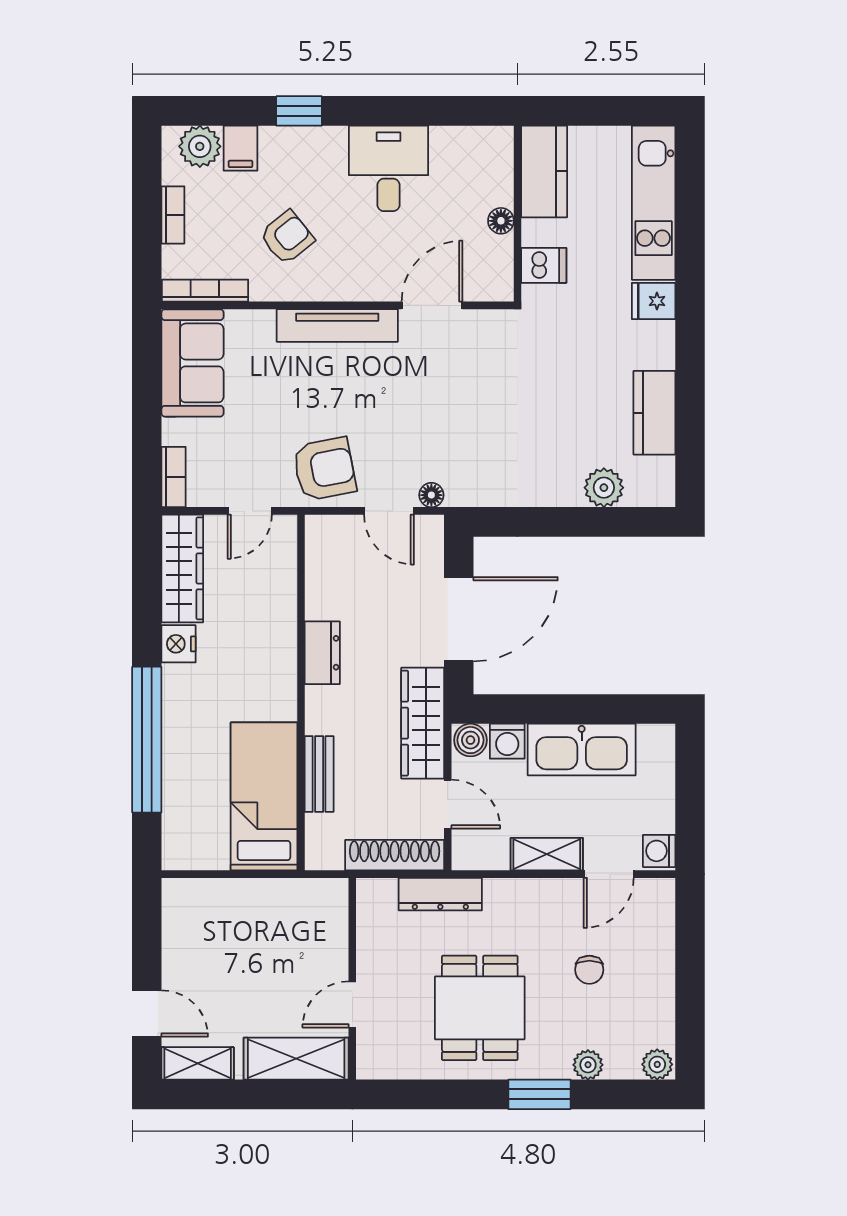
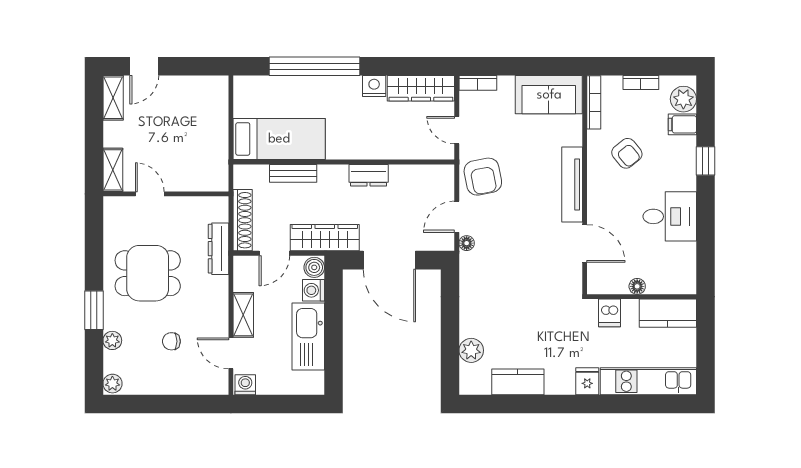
shelving: (296, 1059) -> (113, 170), width x0.67, depth x0.75

